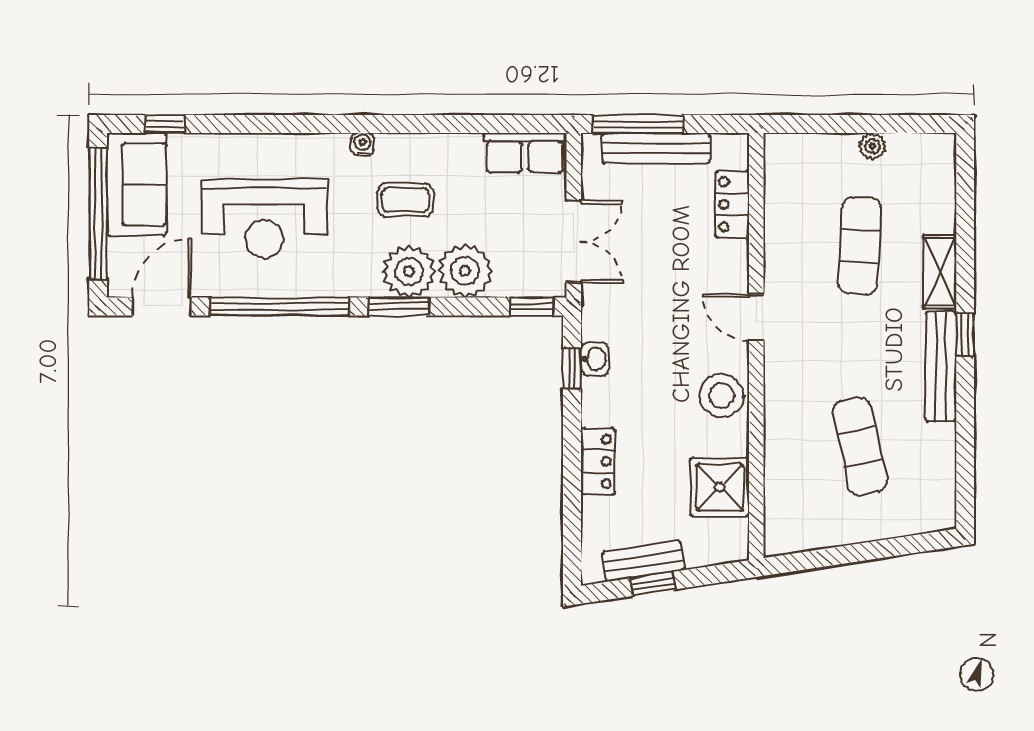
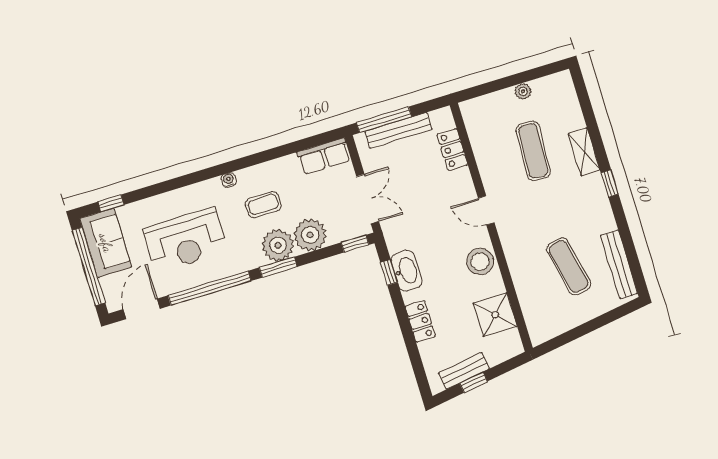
washbasin: (594, 359) -> (407, 271), width x1.91, depth x1.45
bench: (941, 367) -> (619, 264), moved

